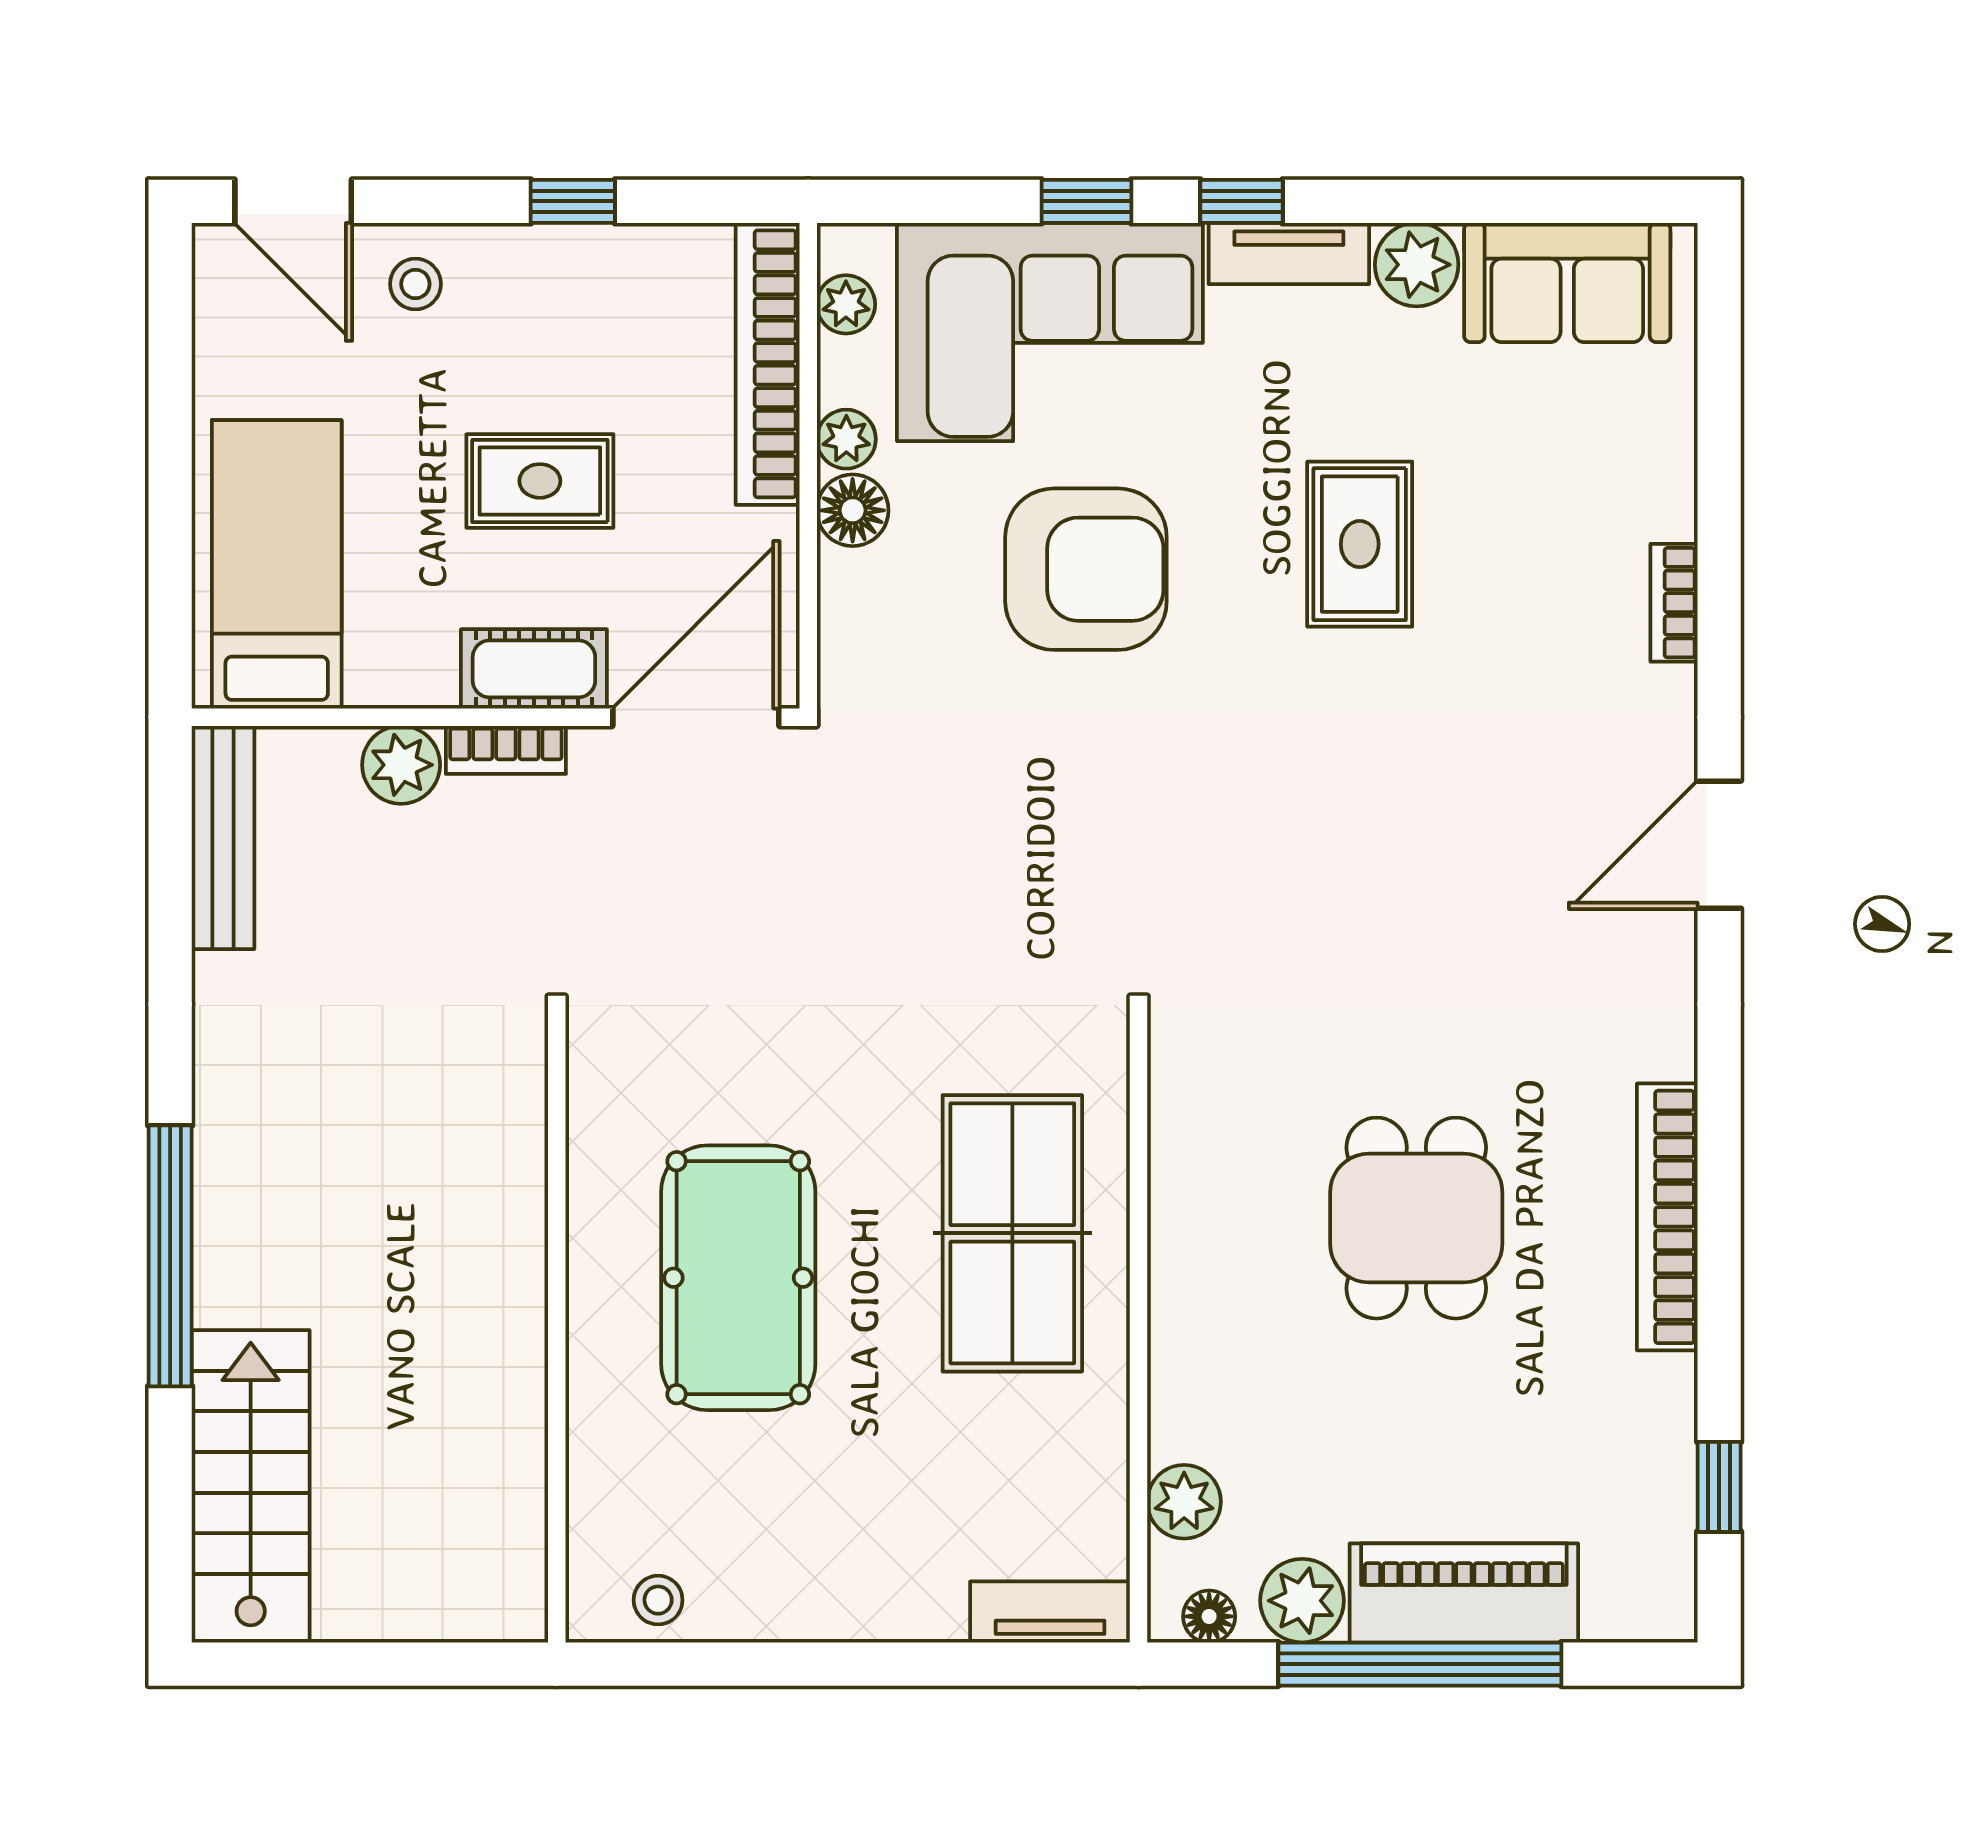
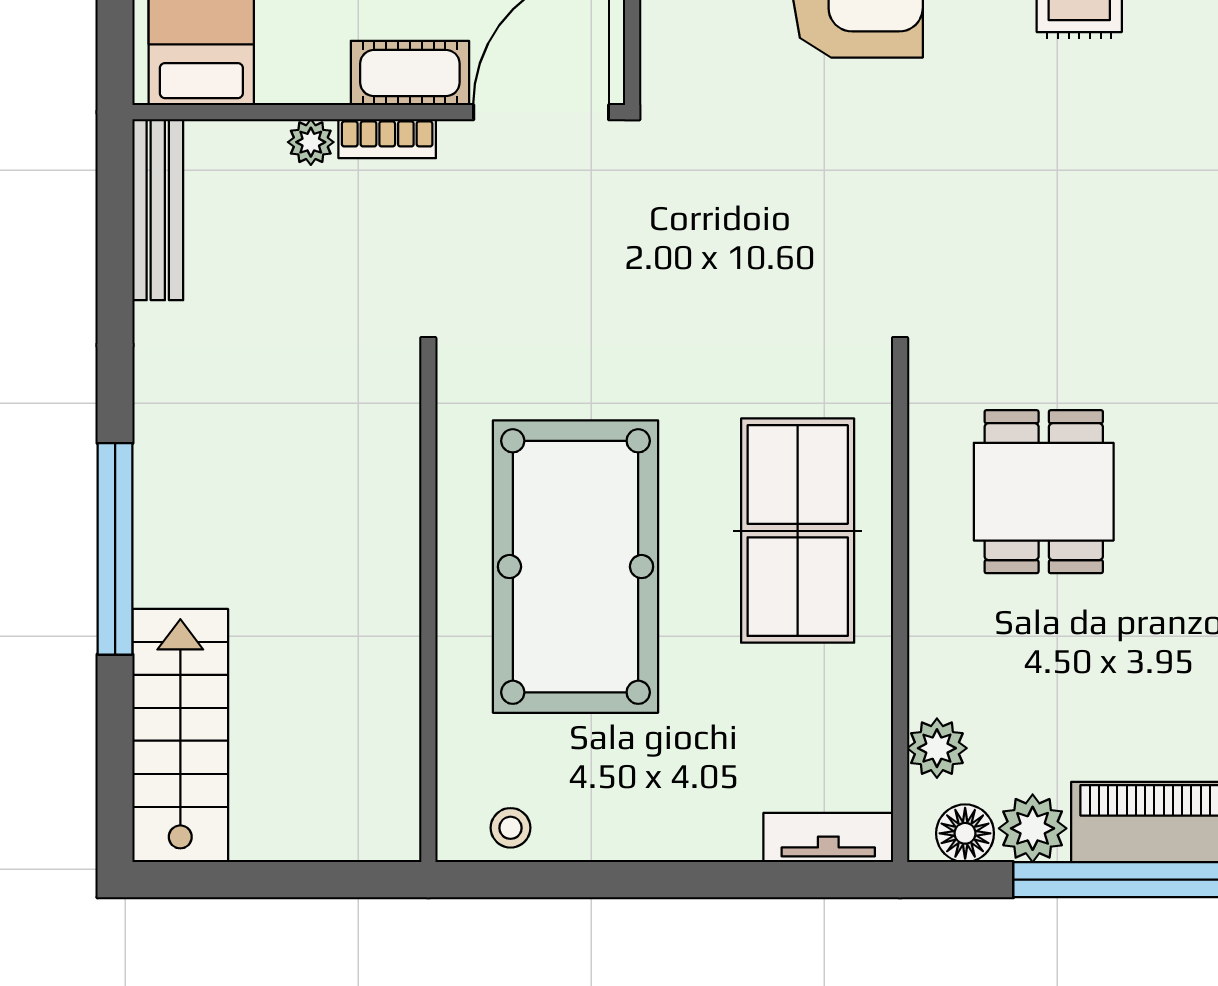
plant: (401, 765) -> (311, 142), width x0.73, depth x0.73
dining table: (1416, 1218) -> (1044, 492), moved
pool table: (738, 1278) -> (575, 567), width x1.36, depth x1.32
floor lamp: (1209, 1616) -> (965, 833), width x1.37, depth x1.37

